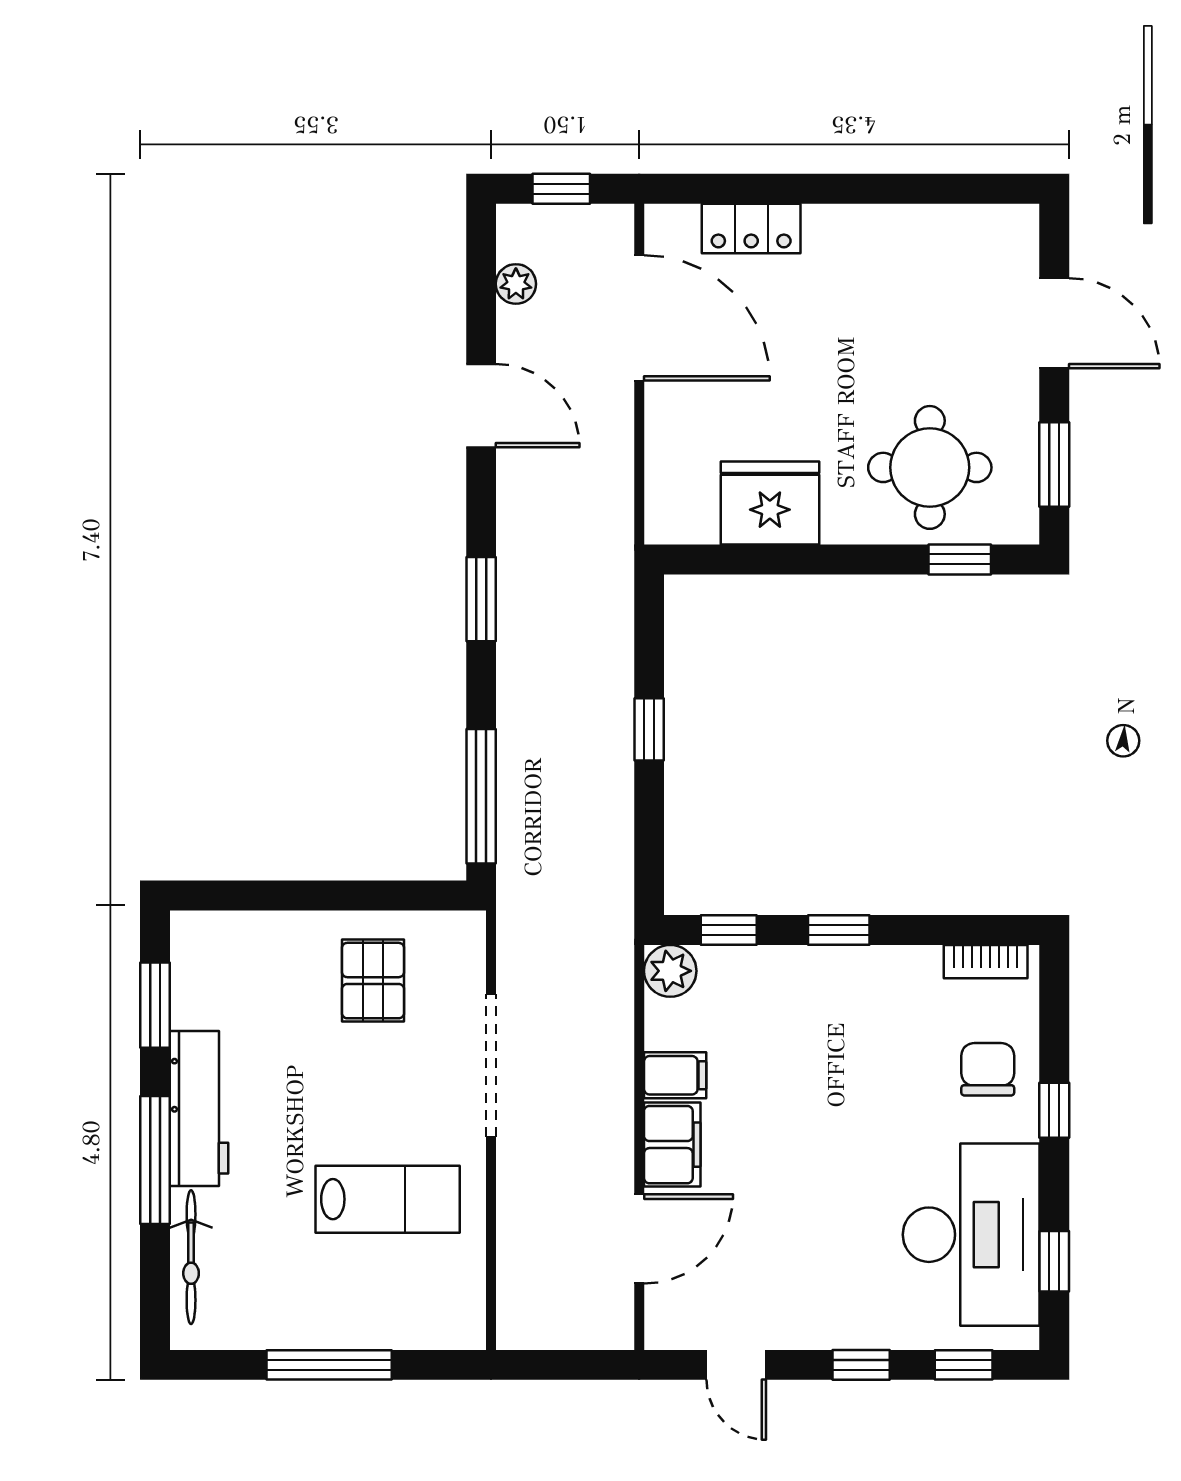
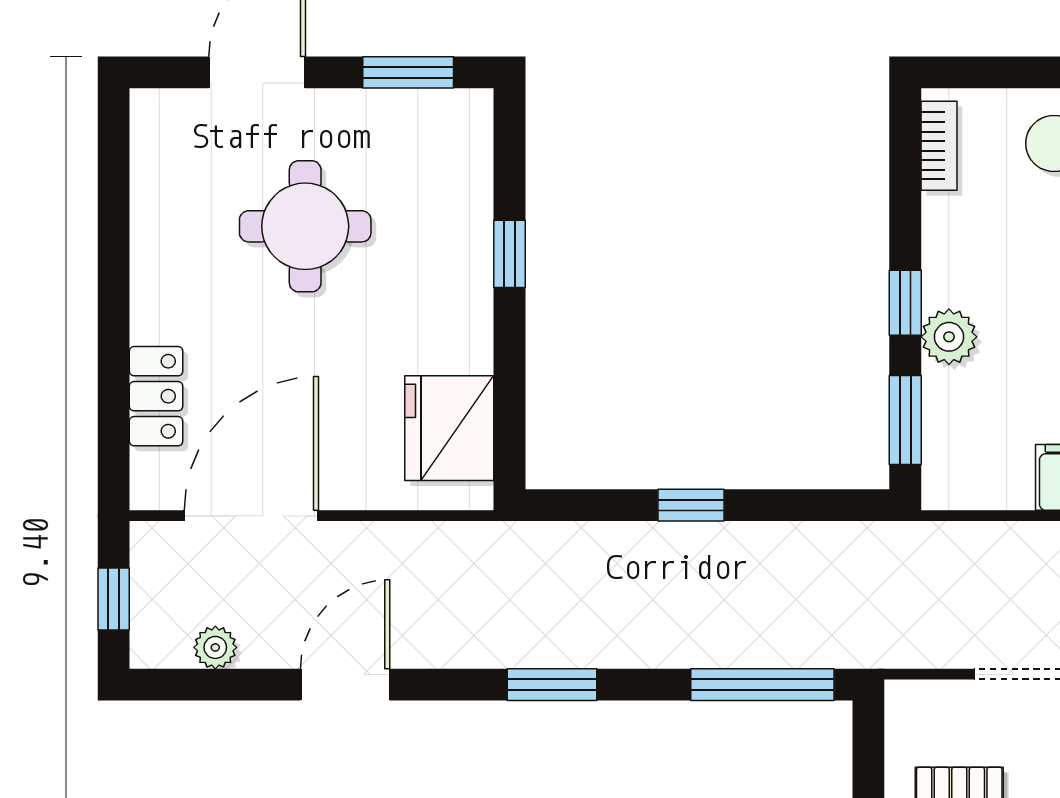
round table: (930, 467) -> (305, 226), moved
fridge: (770, 503) -> (449, 428), moved
window: (960, 559) -> (509, 254), moved
window: (729, 930) -> (905, 420), width x1.50
plant: (670, 971) -> (949, 337), moved

